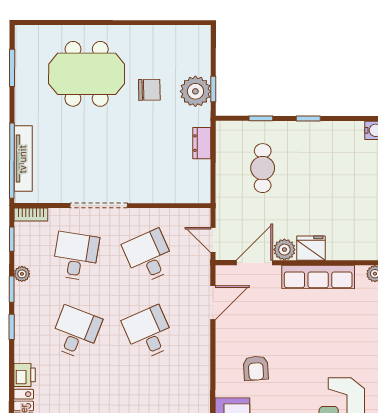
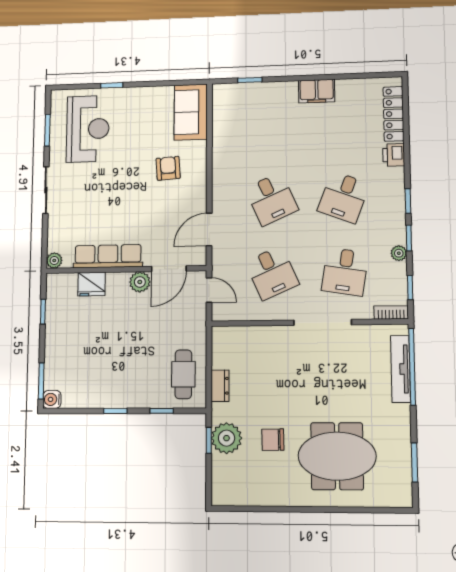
cafe table: (263, 168) -> (183, 374), moved
fridge: (311, 248) -> (92, 284), moved

